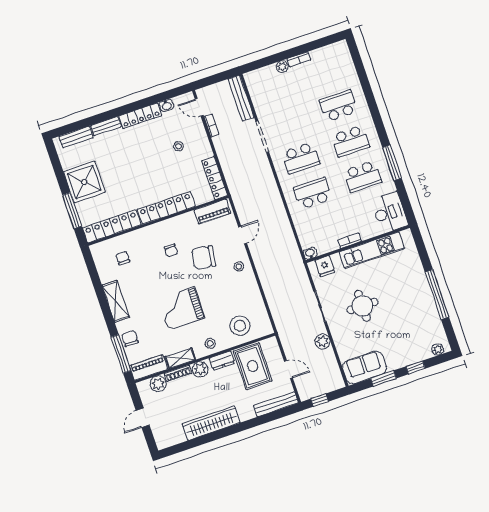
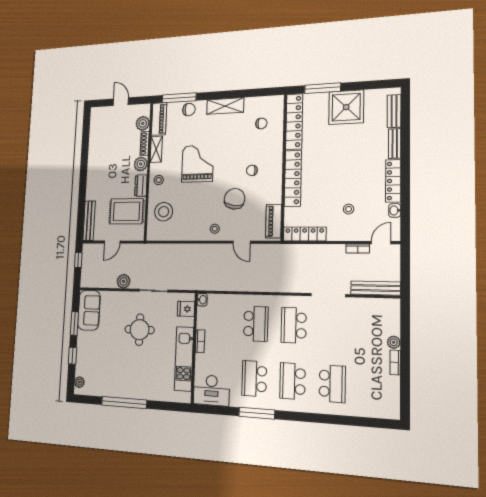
wardrobe: (211, 423) -> (95, 159), removed

